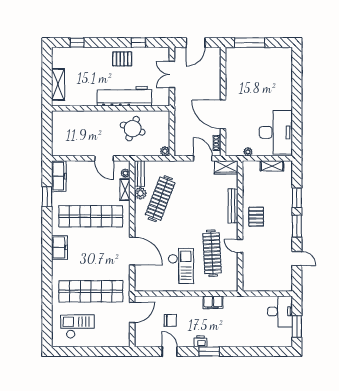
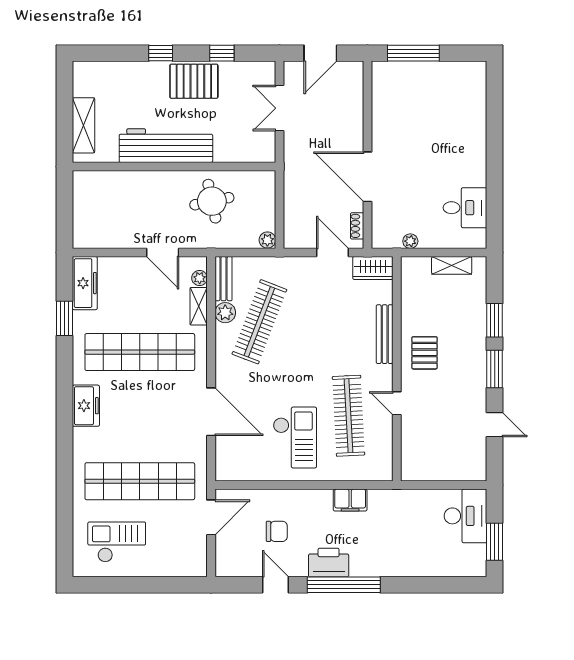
window: (77, 43) -> (161, 53), moved
pallet: (122, 59) -> (194, 81), width x1.50, depth x1.42
workbench: (124, 96) -> (166, 146), moved
round table: (133, 129) -> (212, 201), turned -33
desk: (276, 132) -> (465, 208), width x0.53, depth x0.77
printer: (200, 341) -> (329, 563), width x1.87, depth x1.48
window: (209, 351) -> (344, 585), width x2.11

